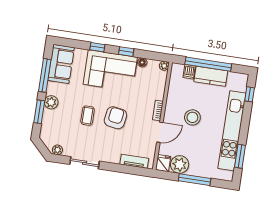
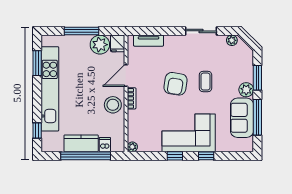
floor lamp: (142, 62) -> (156, 147), removed
sofa: (61, 64) -> (242, 118), moved
stool: (192, 117) -> (113, 105), moved

